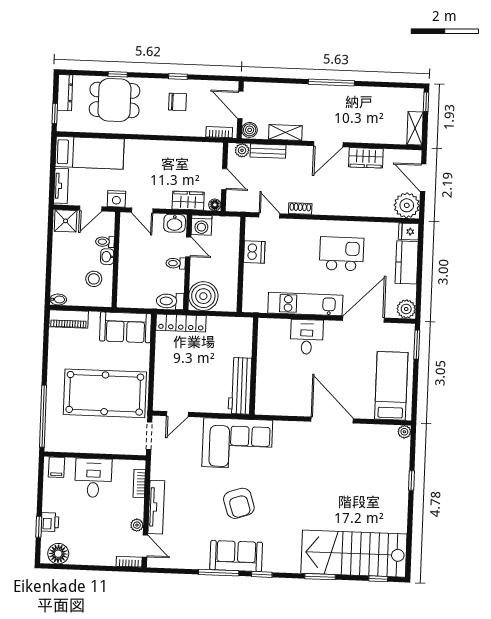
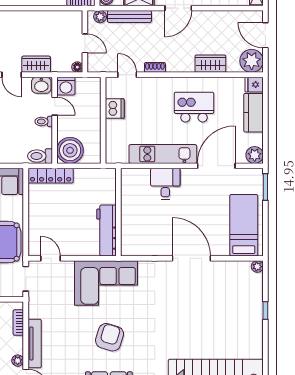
bench: (268, 151) -> (129, 16), width x1.36
wardrobe: (366, 158) -> (210, 64), moved, turned 180
wardrobe: (188, 201) -> (36, 64), moved
door: (177, 414) -> (51, 258), swing flipped
armchair: (239, 503) -> (110, 337), turned -145

